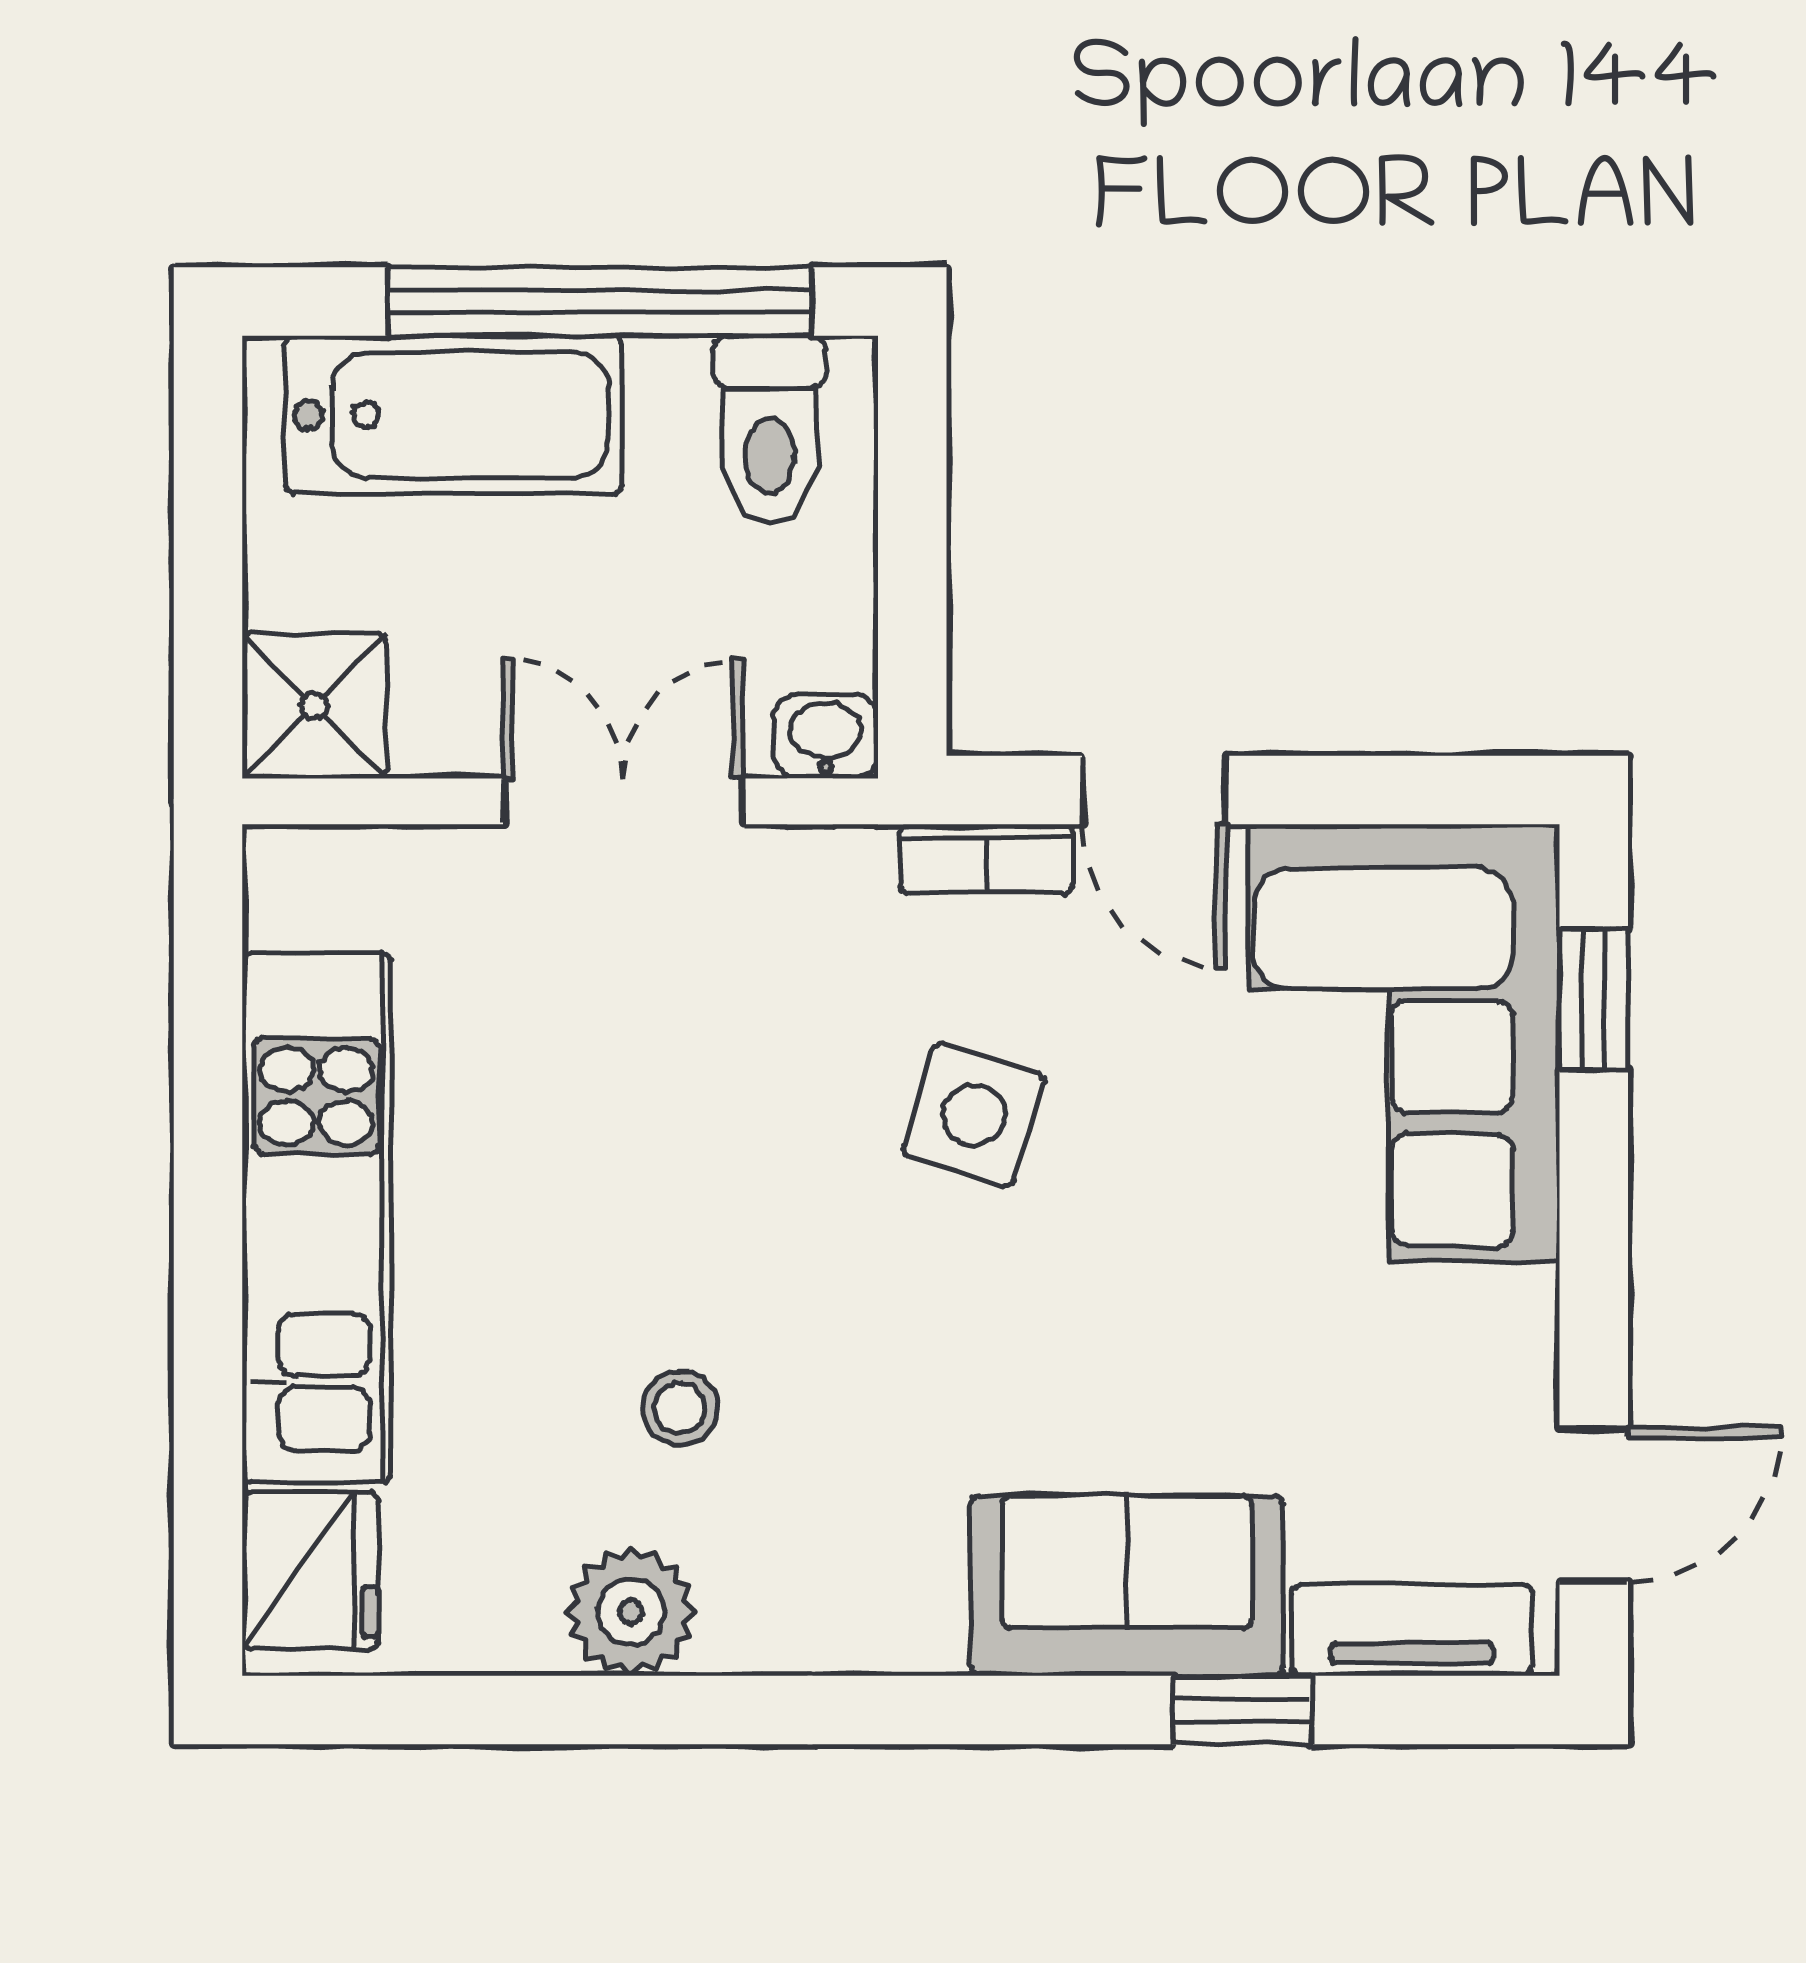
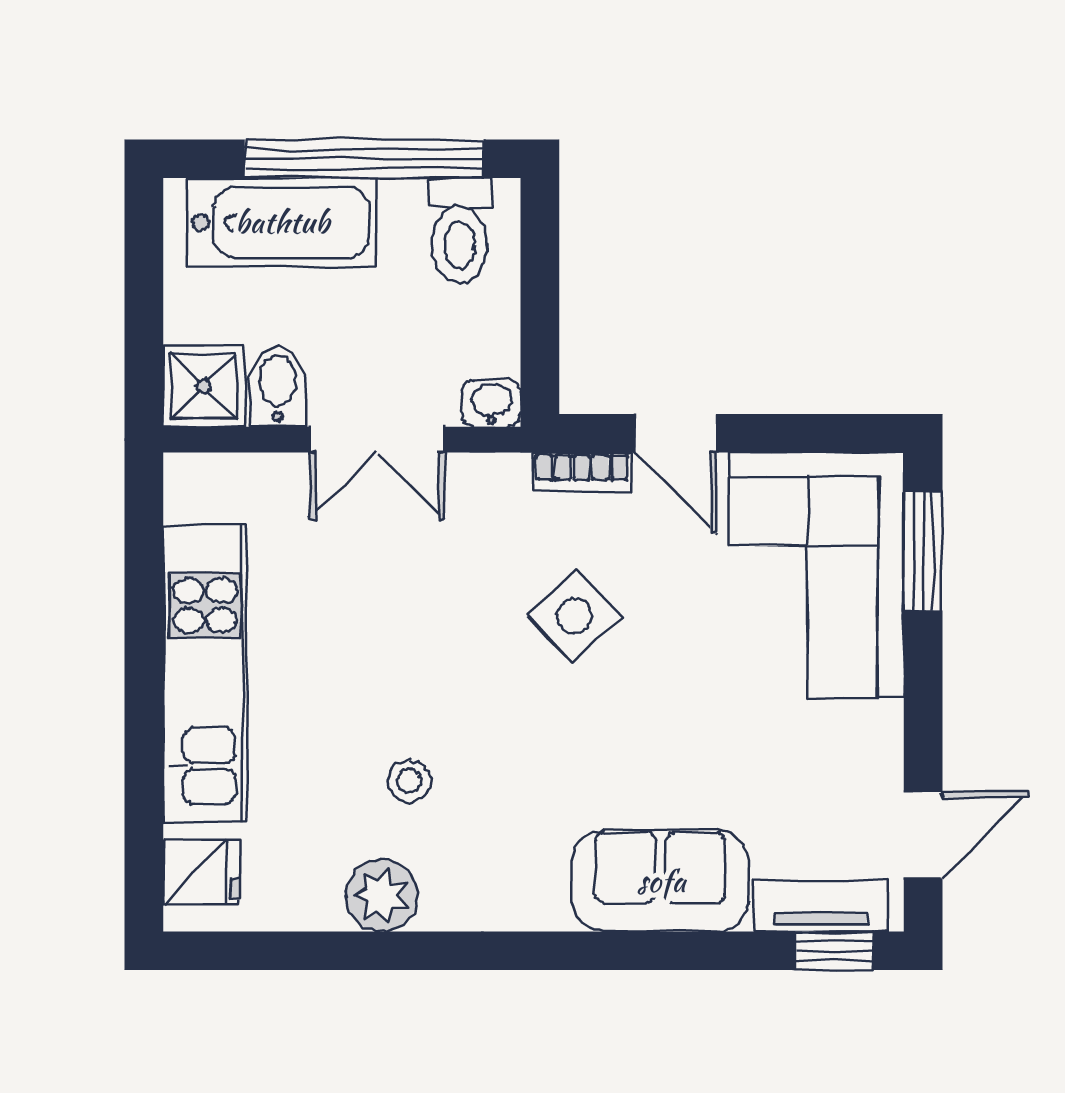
bidet: (446, 706) -> (278, 386), added
double door: (623, 801) -> (377, 440), swing flipped
window: (1594, 999) -> (923, 551), width x1.50
side table: (974, 1115) -> (574, 616), turned 31
fridge: (310, 1571) -> (201, 872), width x0.72
window: (1242, 1710) -> (834, 951), moved

